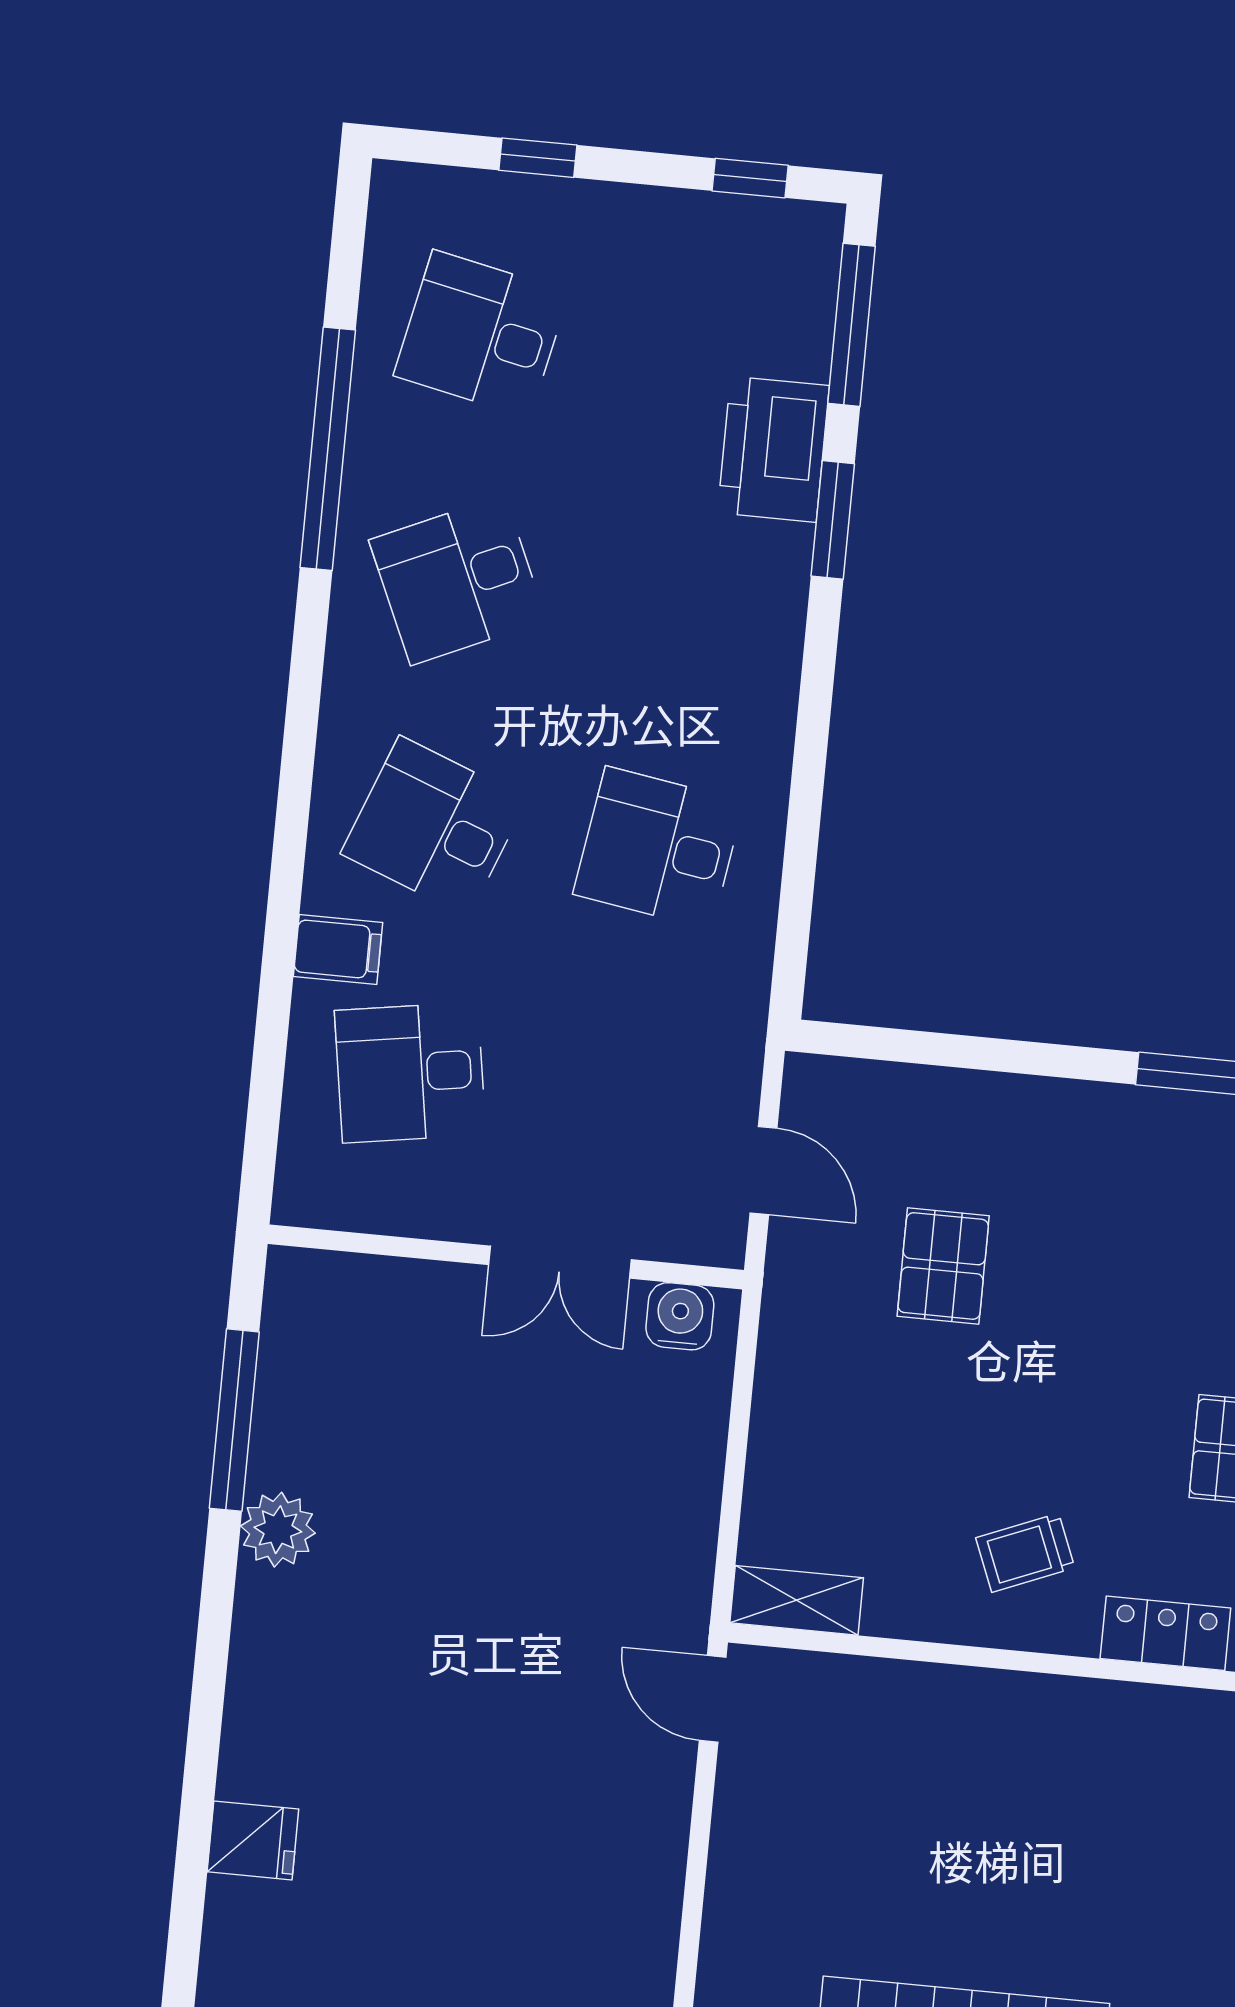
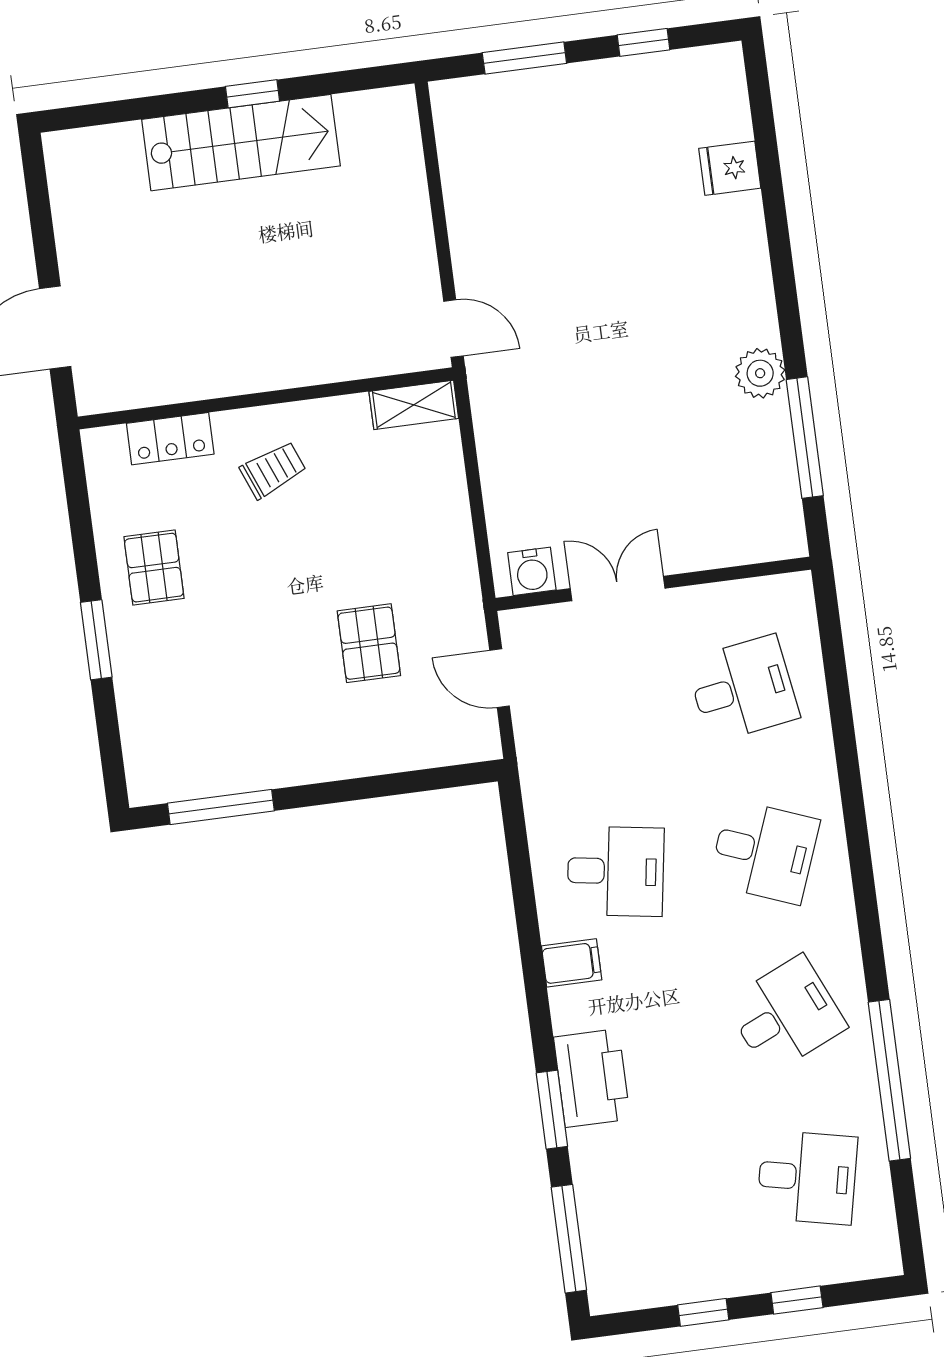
window: (750, 178) -> (703, 1312), moved
printer: (773, 449) -> (592, 1078), moved
filing cabinet: (338, 949) -> (572, 963), moved, turned 180

